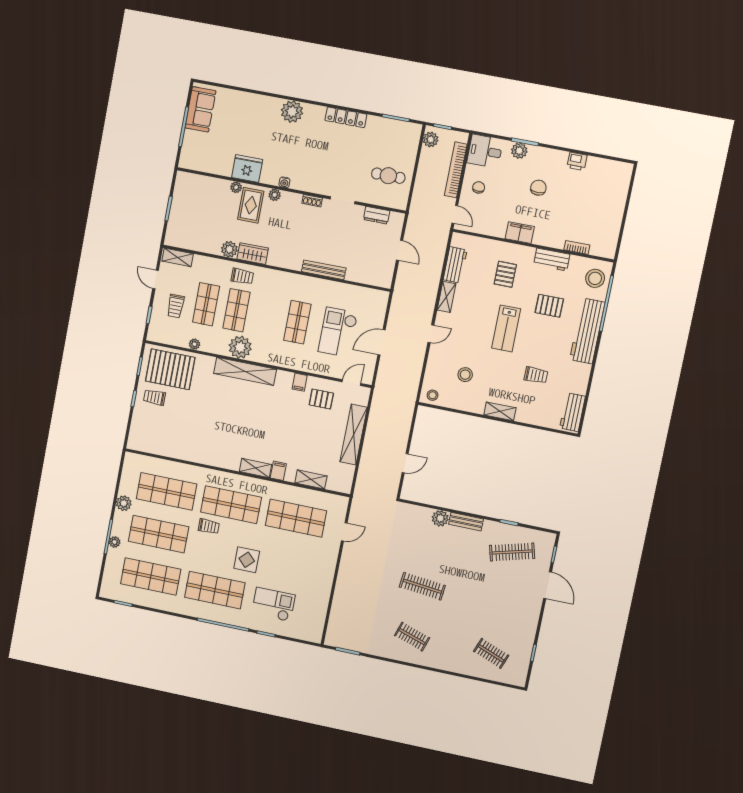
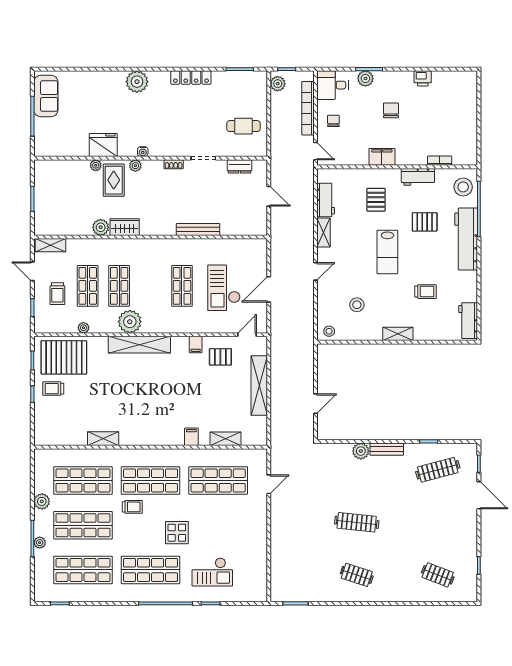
trolley: (242, 276) -> (119, 251), removed
shelving: (255, 468) -> (103, 439), moved
checkout: (273, 604) -> (212, 572), turned 180

